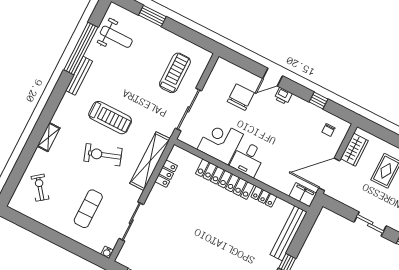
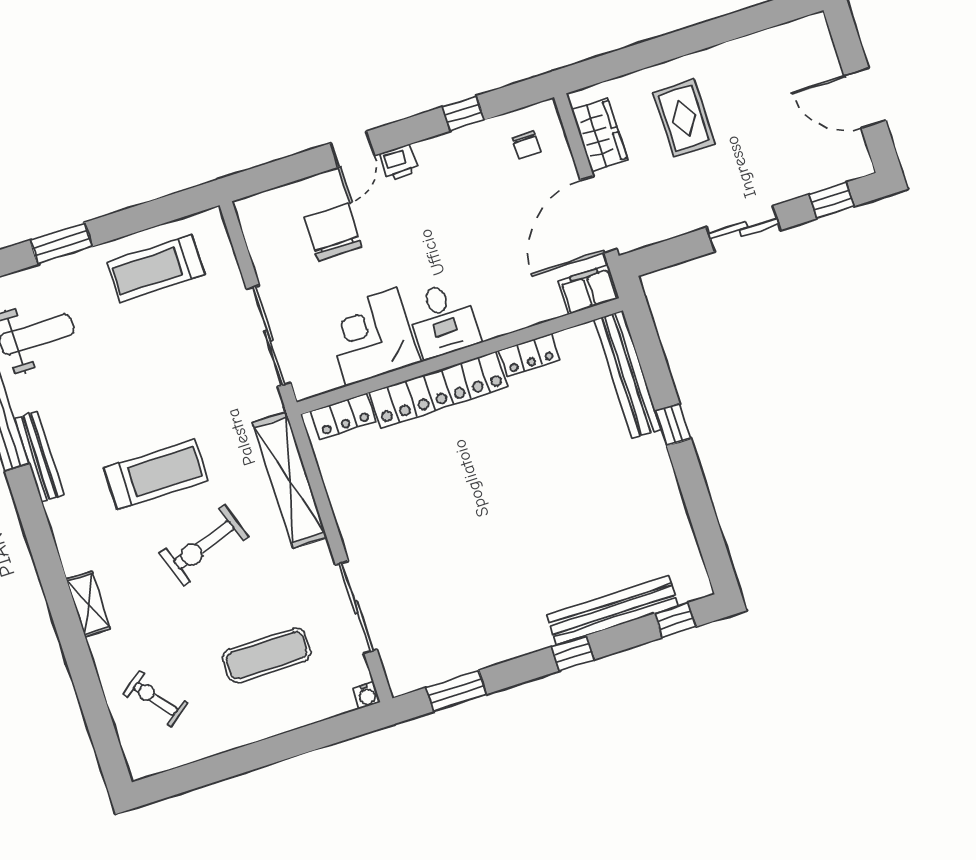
treadmill: (175, 73) -> (156, 268), moved, turned -90
locker: (166, 174) -> (343, 416), moved, turned 90
exercise mat: (88, 209) -> (267, 655), turned 90

